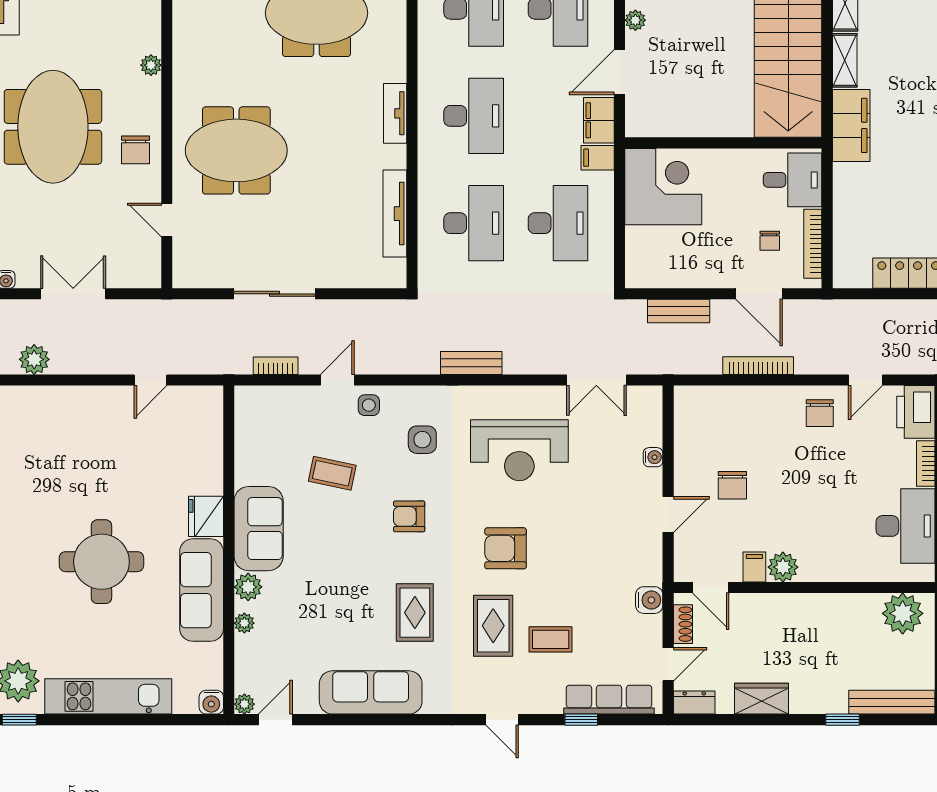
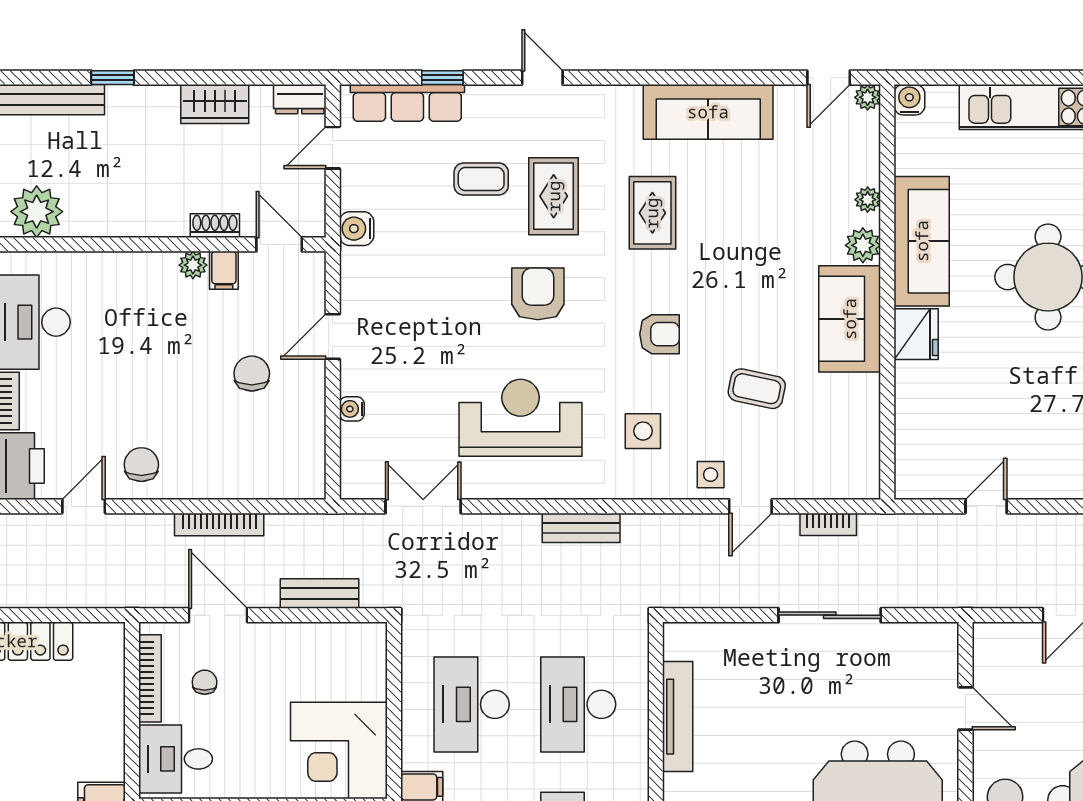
armchair: (506, 548) -> (538, 294), turned -90
plant: (783, 567) -> (193, 265), width x0.73, depth x0.73
shoe rack: (683, 624) -> (215, 226), moved, turned 90

